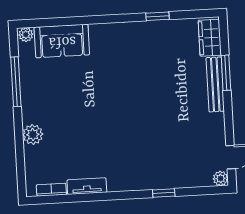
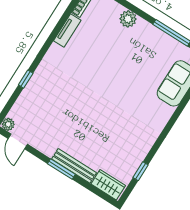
window: (157, 16) -> (141, 171), moved
window: (226, 73) -> (61, 169), moved

